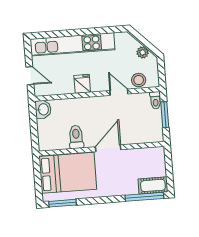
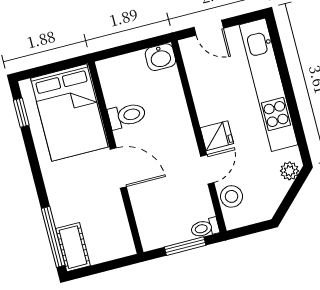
plant: (143, 52) -> (289, 171), moved
door: (30, 76) -> (209, 28), hinge flipped
fridge: (82, 84) -> (217, 136), moved
window: (63, 203) -> (21, 113), width x0.67

